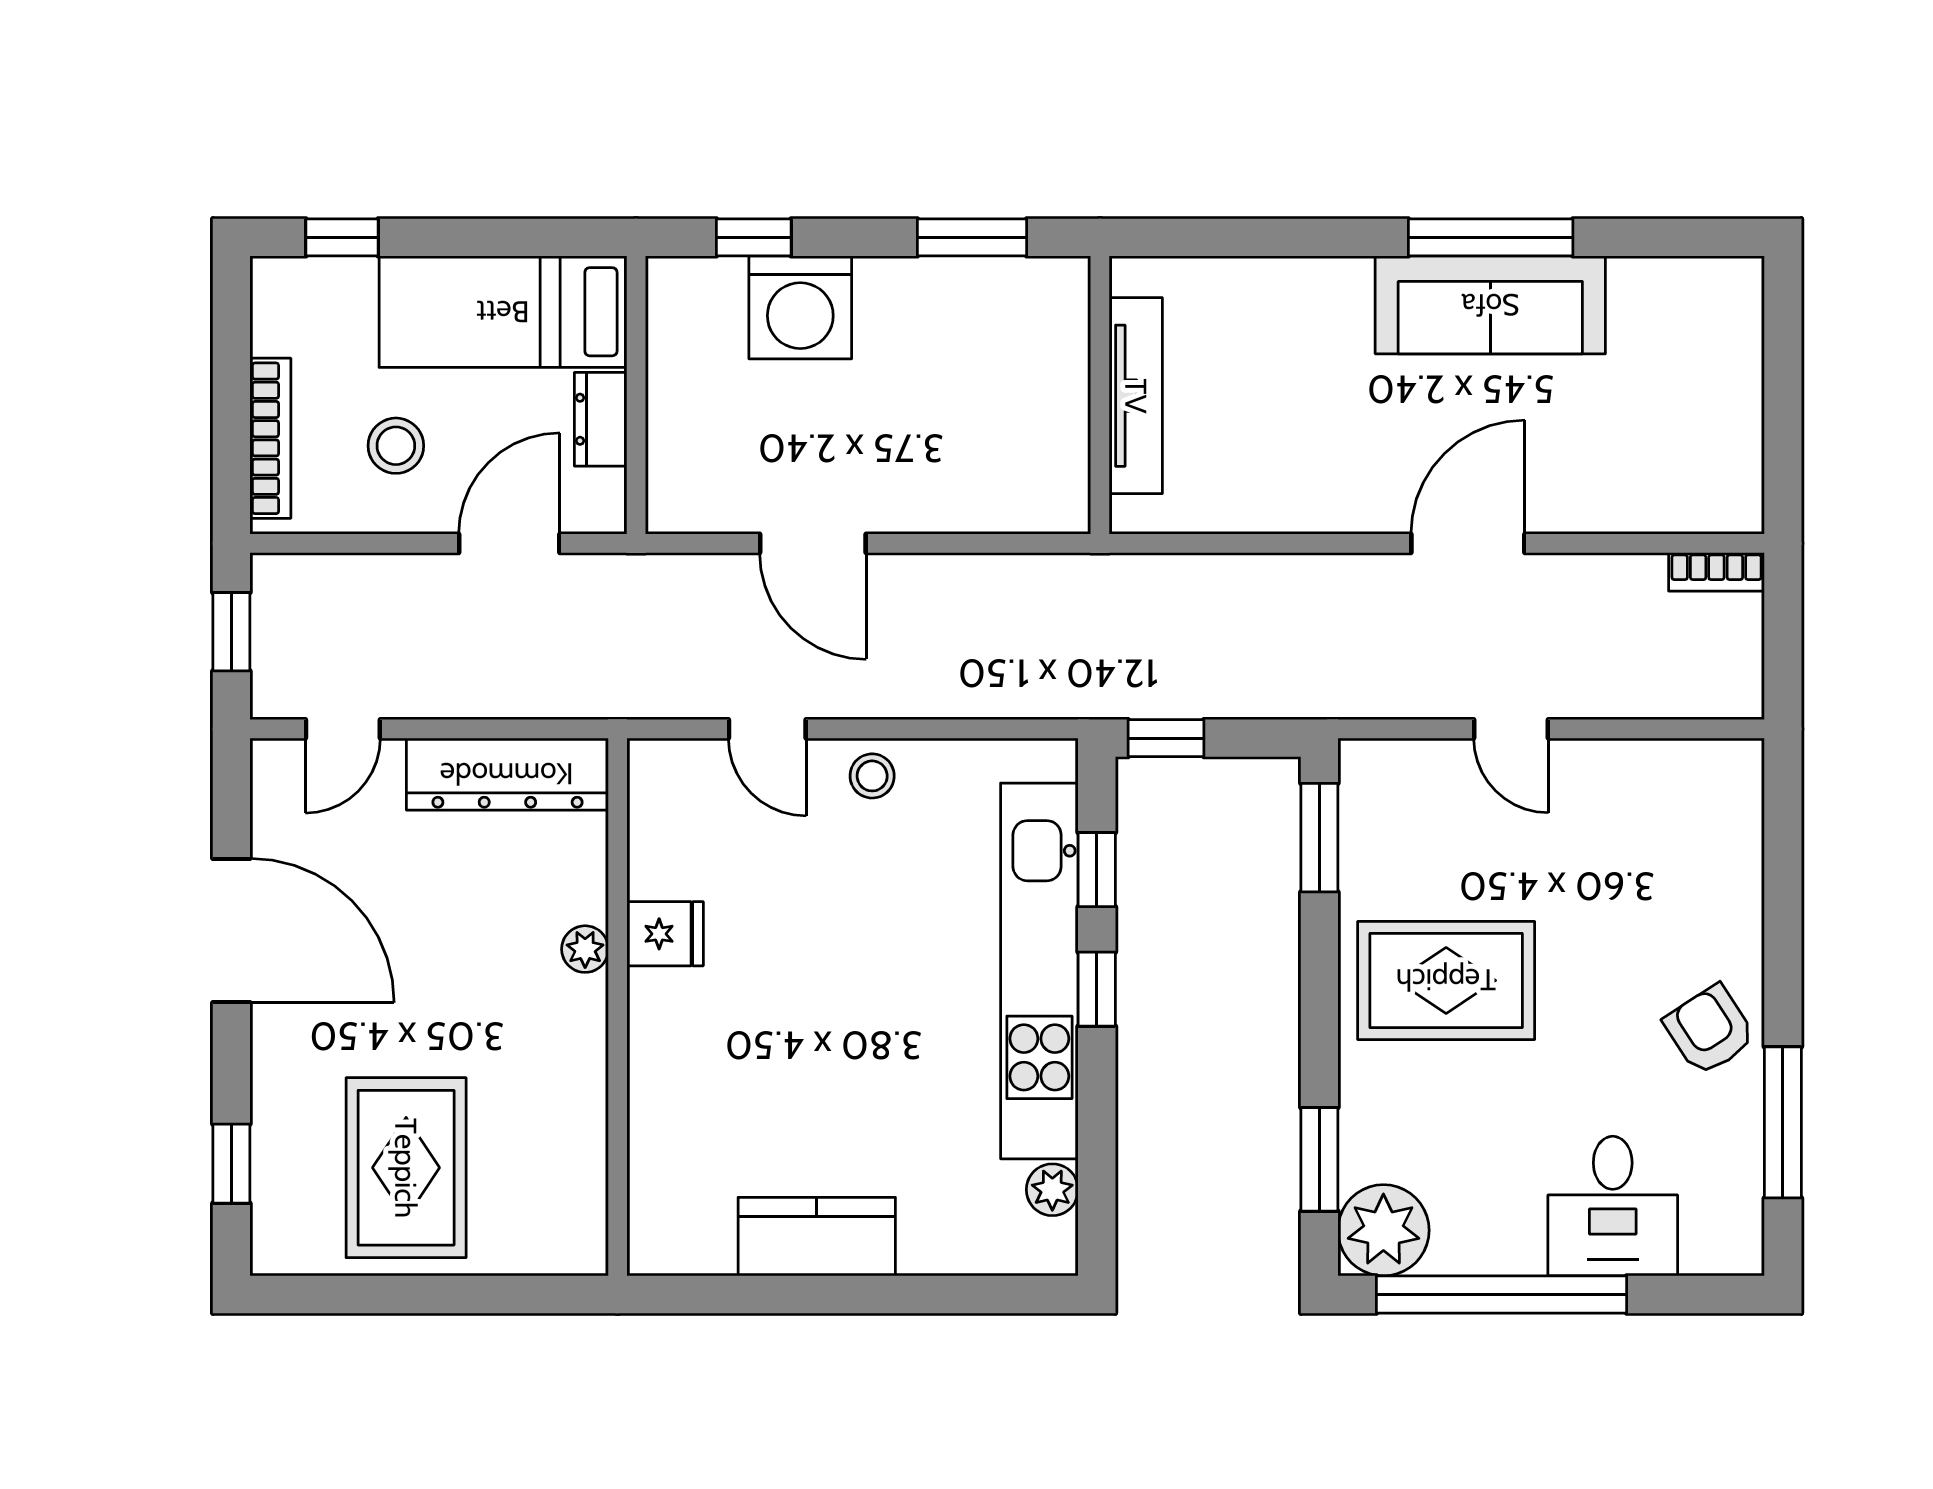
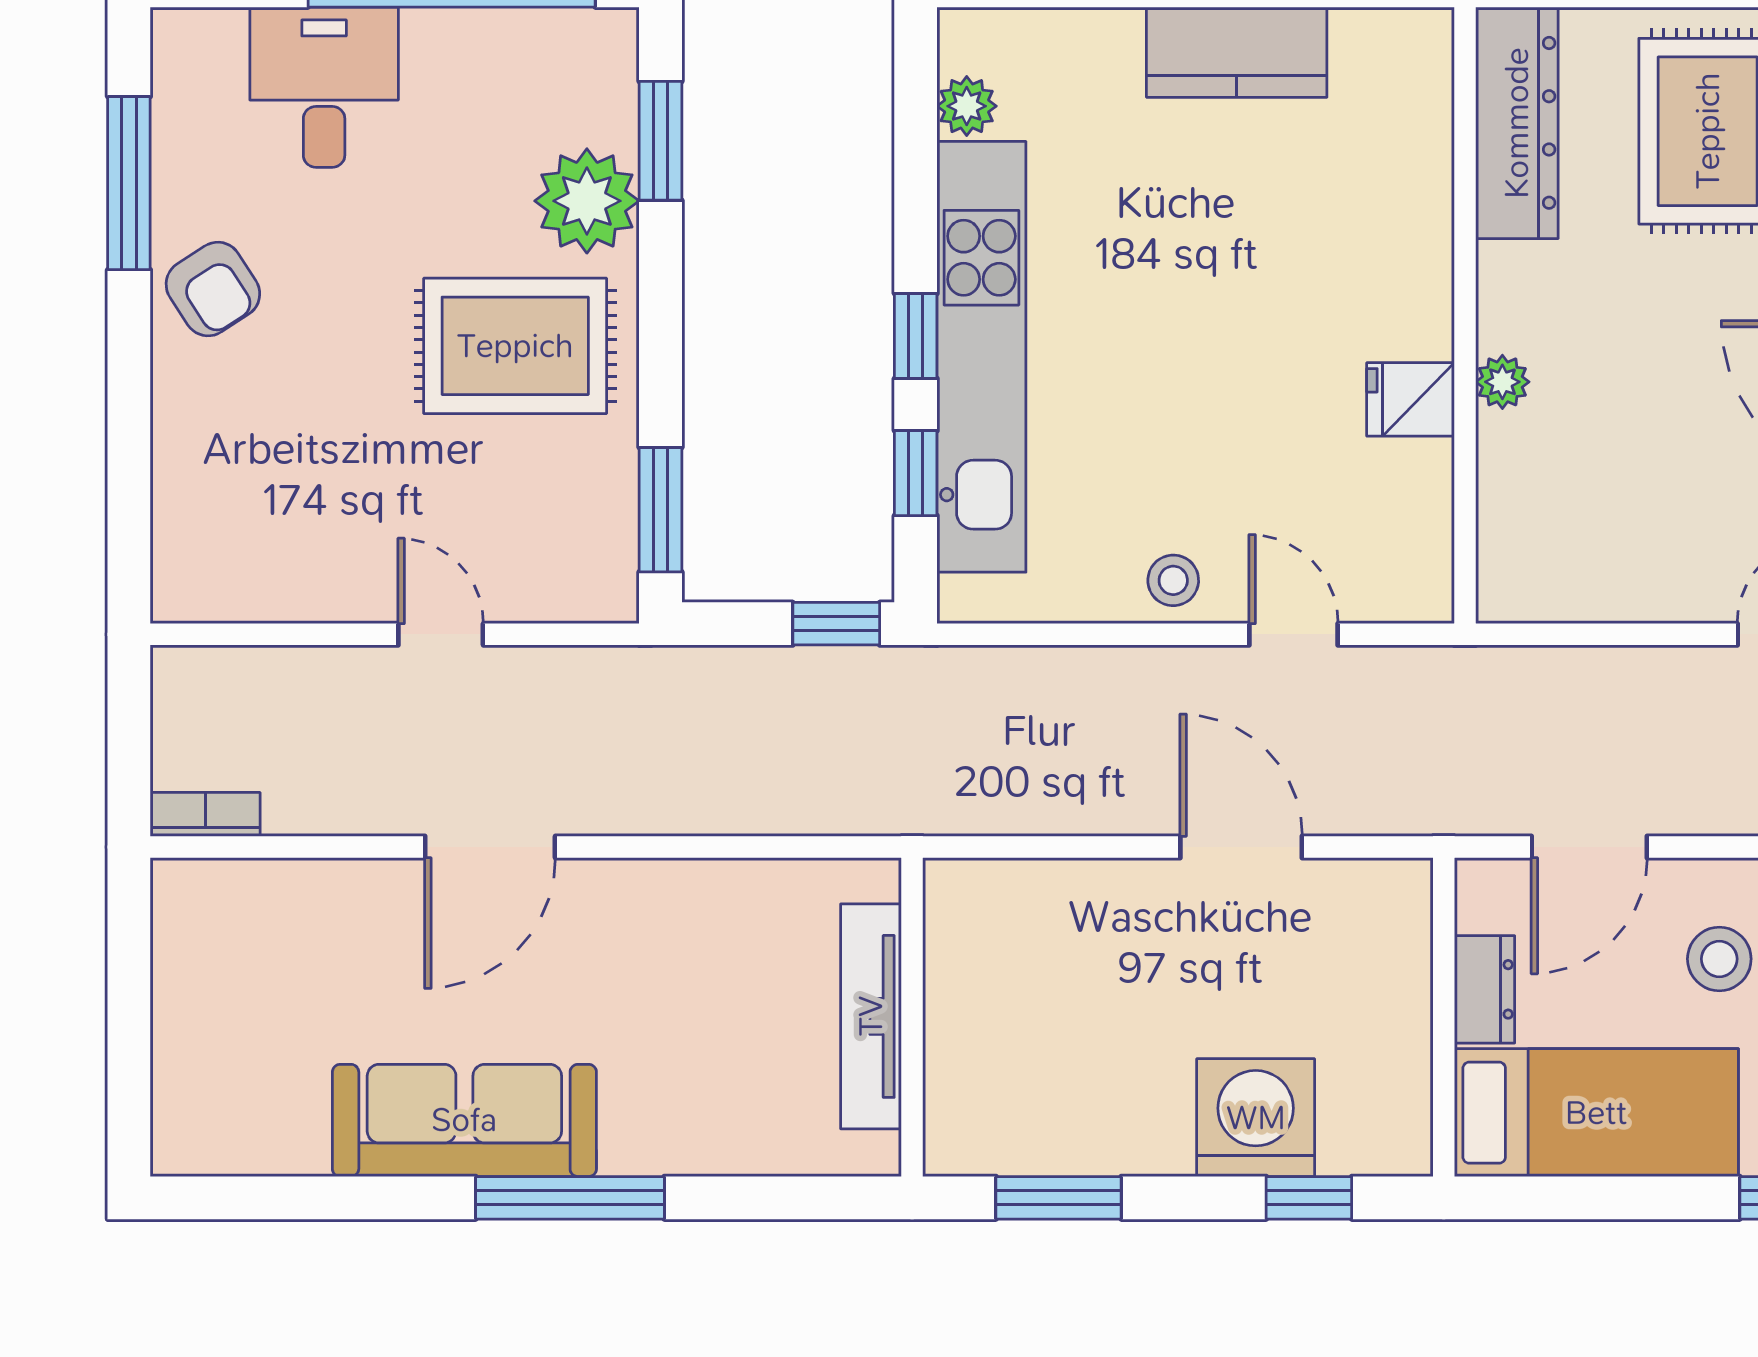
window: (1491, 237) -> (570, 1198), moved
dresser: (507, 774) -> (1517, 123), moved, turned 90
plant: (1383, 1230) -> (587, 201), moved

